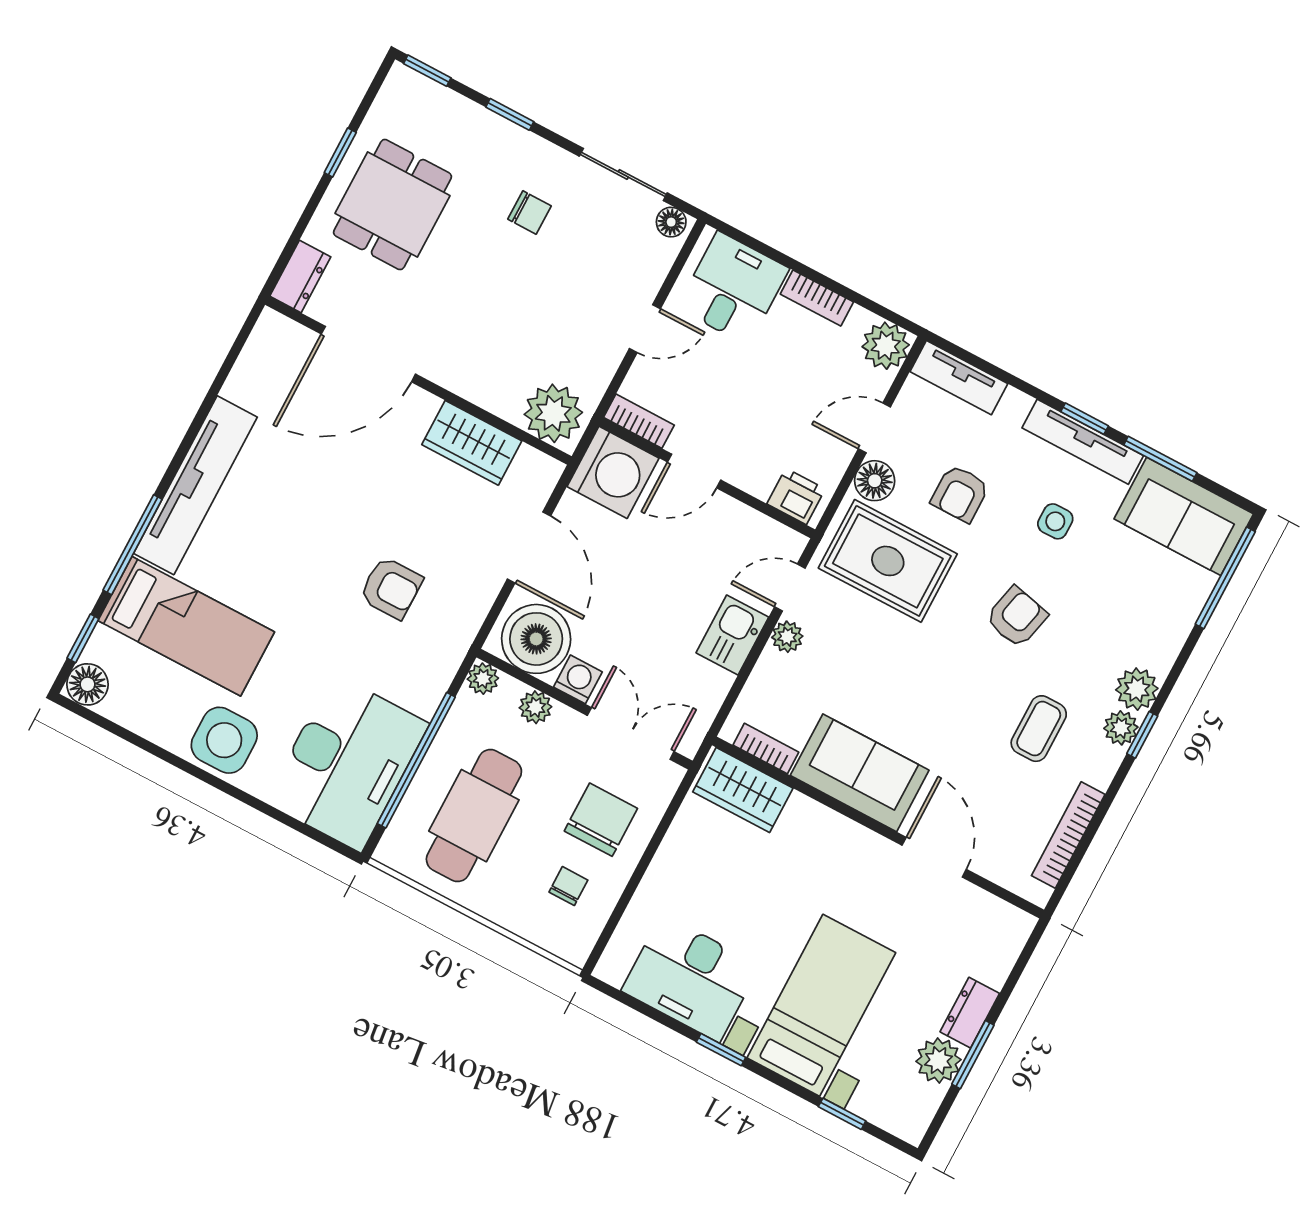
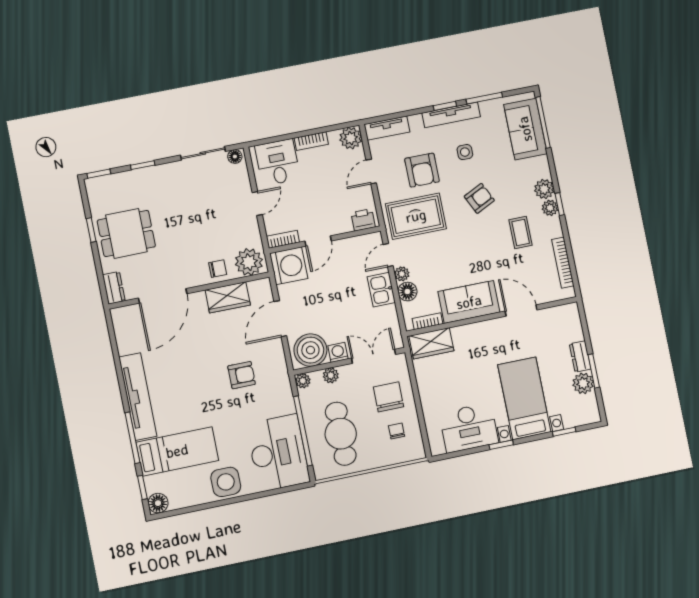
dining table: (393, 205) -> (126, 233), turned 90
chair: (529, 212) -> (218, 269), moved
floor lamp: (875, 481) -> (407, 292), moved
armchair: (960, 494) -> (422, 170), width x1.38, depth x1.38
sofa: (1184, 516) -> (525, 129), moved, turned 90
door: (529, 548) -> (280, 319), swing flipped
armchair: (1017, 617) -> (479, 198), turned 51

